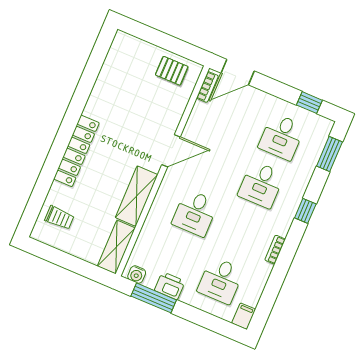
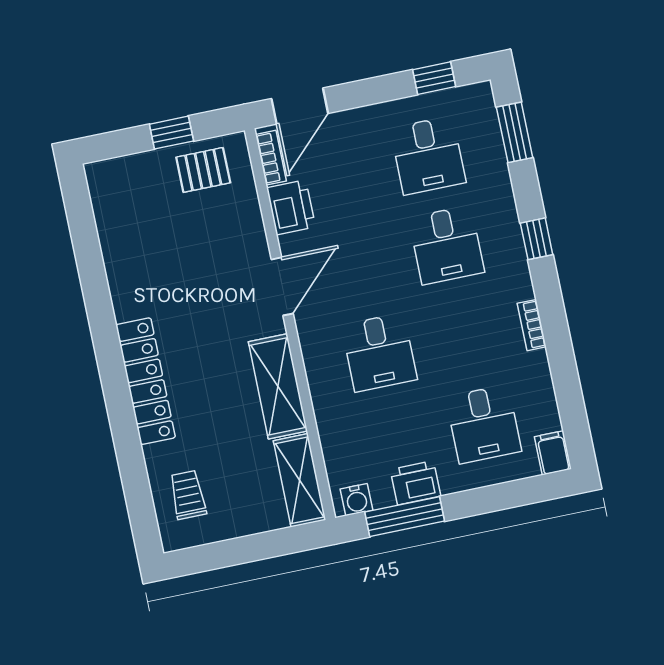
window: (169, 43) -> (171, 133), added
printer: (201, 117) -> (291, 207), added
trolley: (59, 218) -> (188, 495), turned -90

